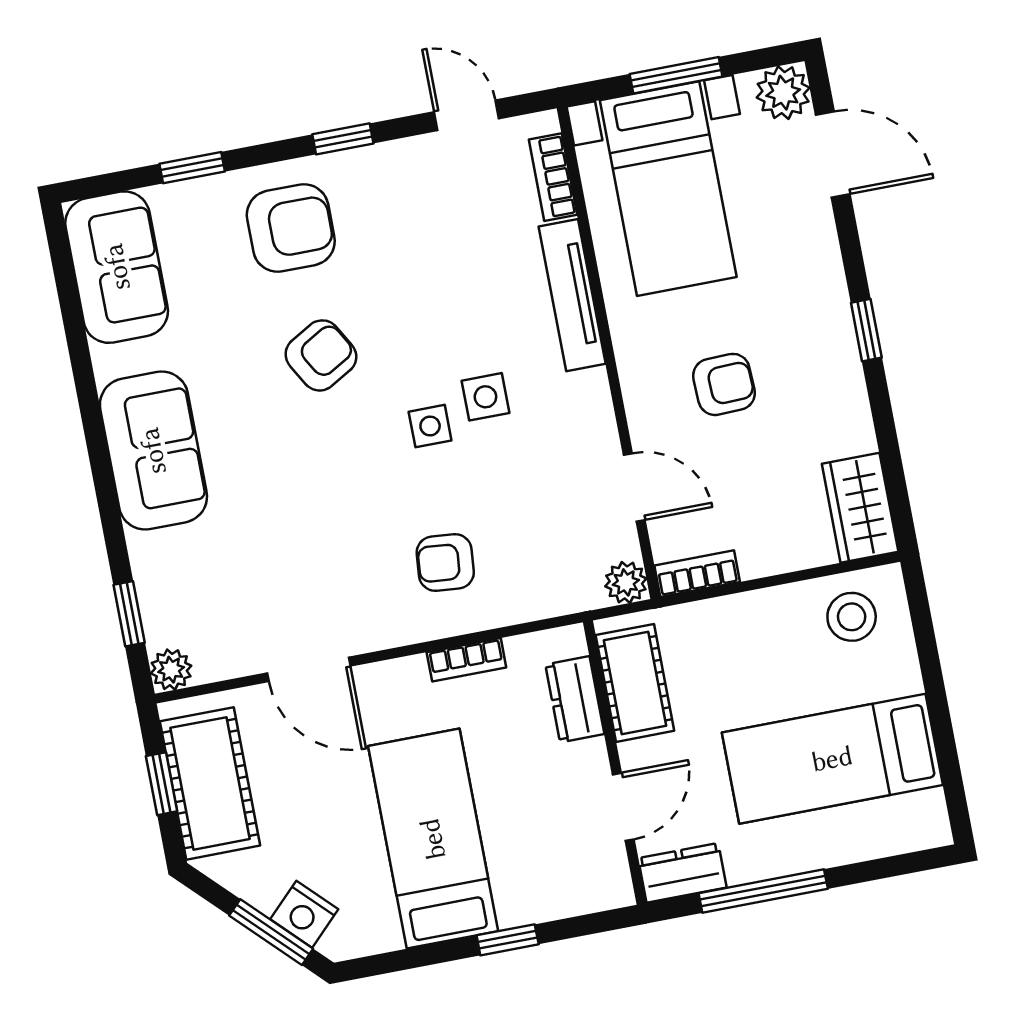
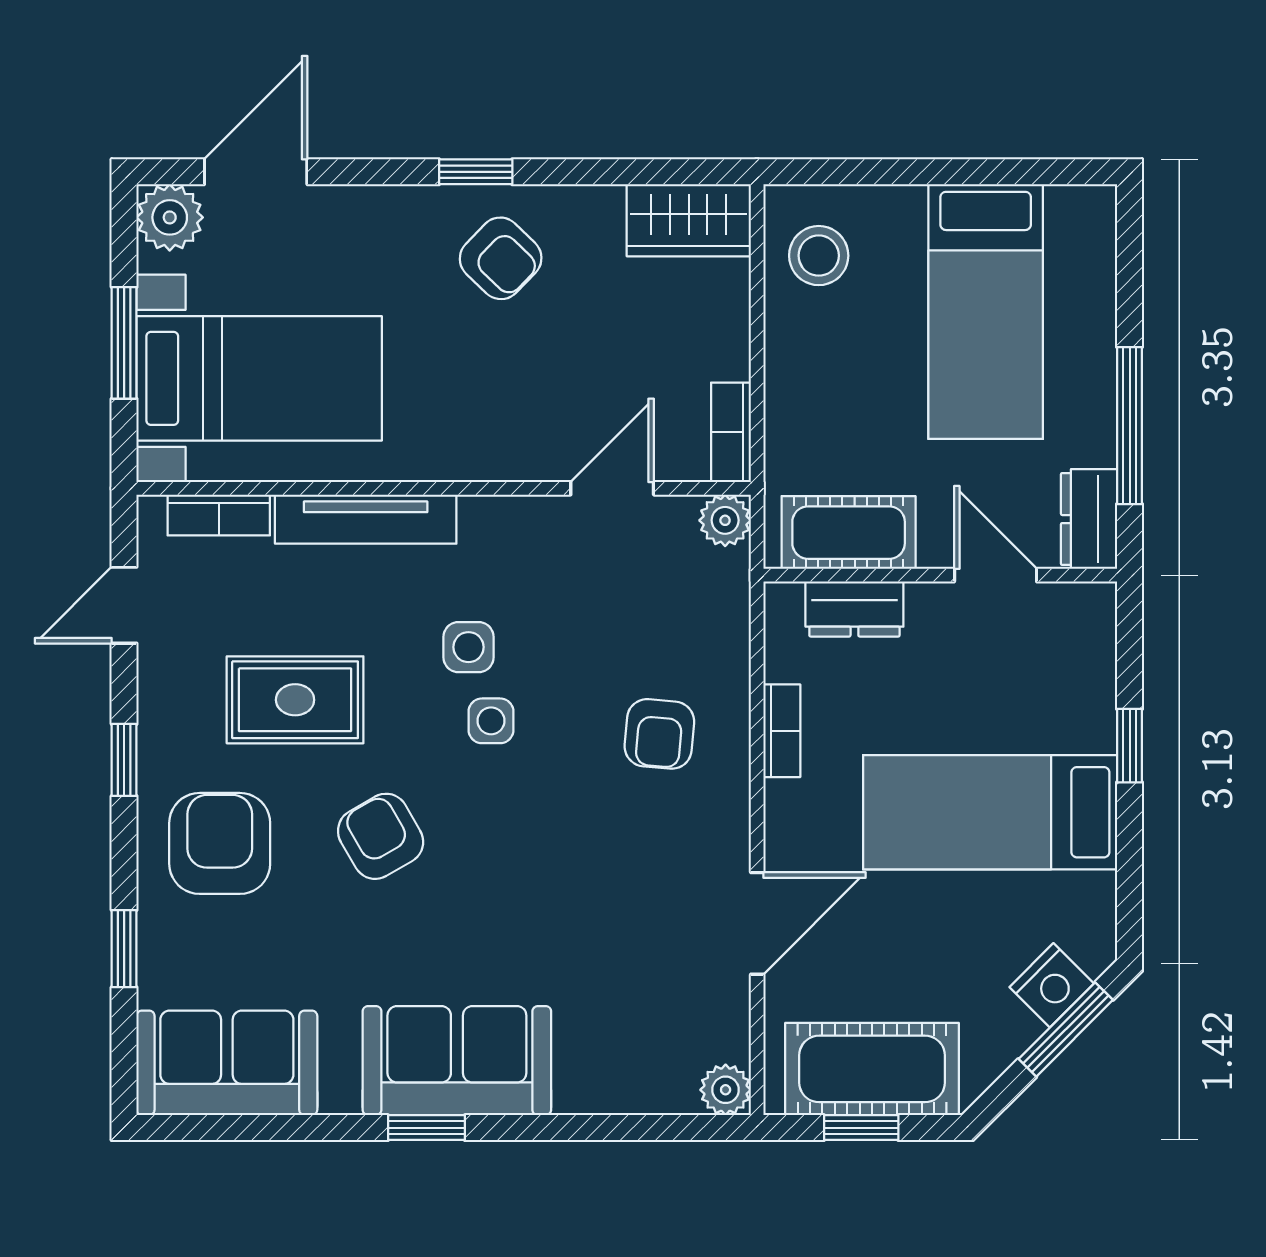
rug: (417, 266) -> (295, 700), added
armchair: (724, 384) -> (501, 258), moved, turned 136
window: (129, 614) -> (426, 1128), moved

